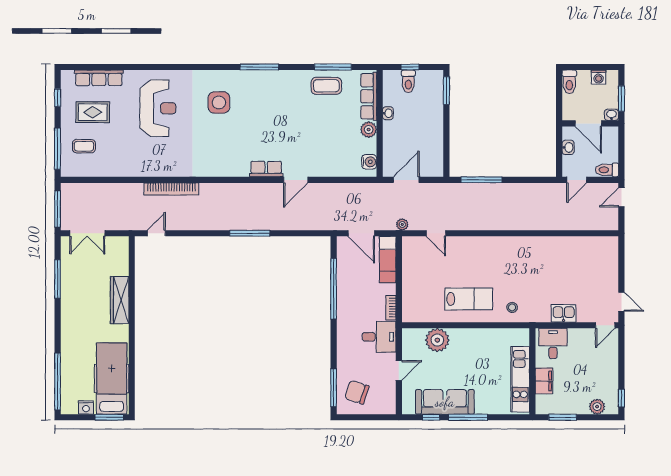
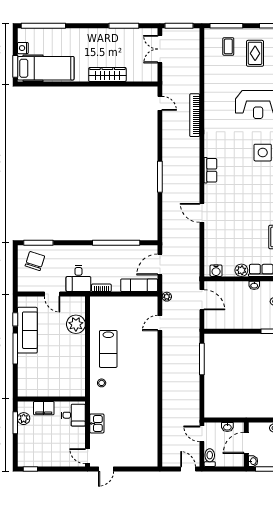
row of seats: (266, 169) -> (210, 170), moved
kitchen unit: (520, 379) -> (45, 389), removed
plant: (597, 407) -> (24, 419), moved

